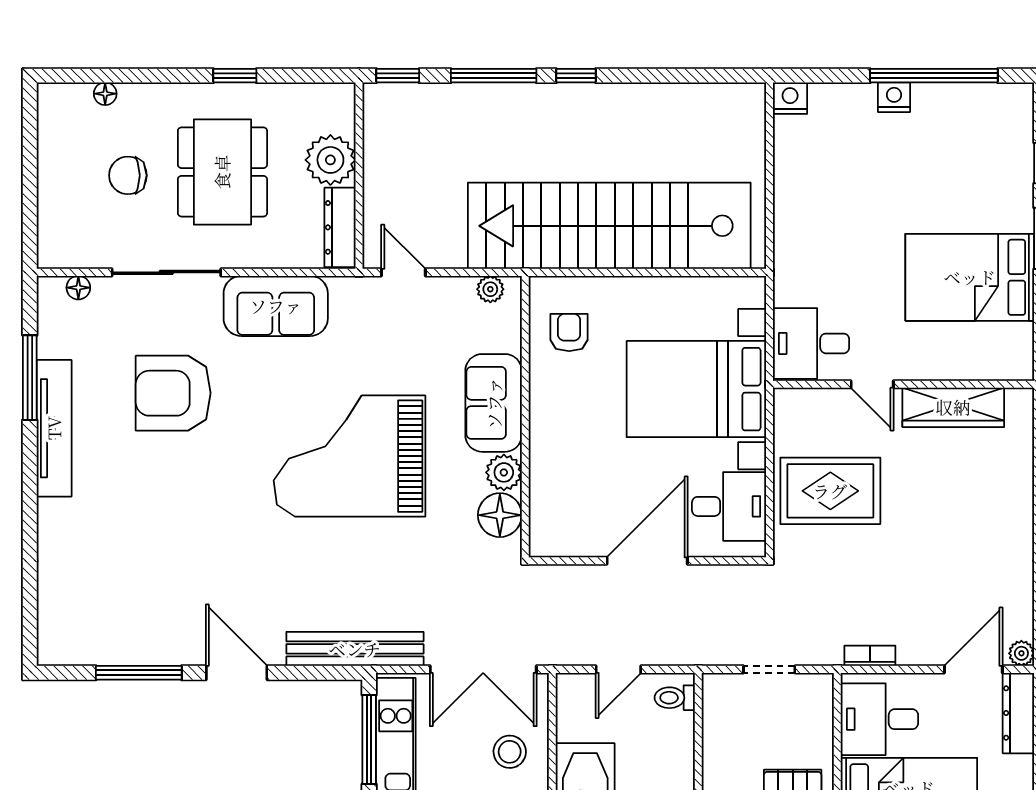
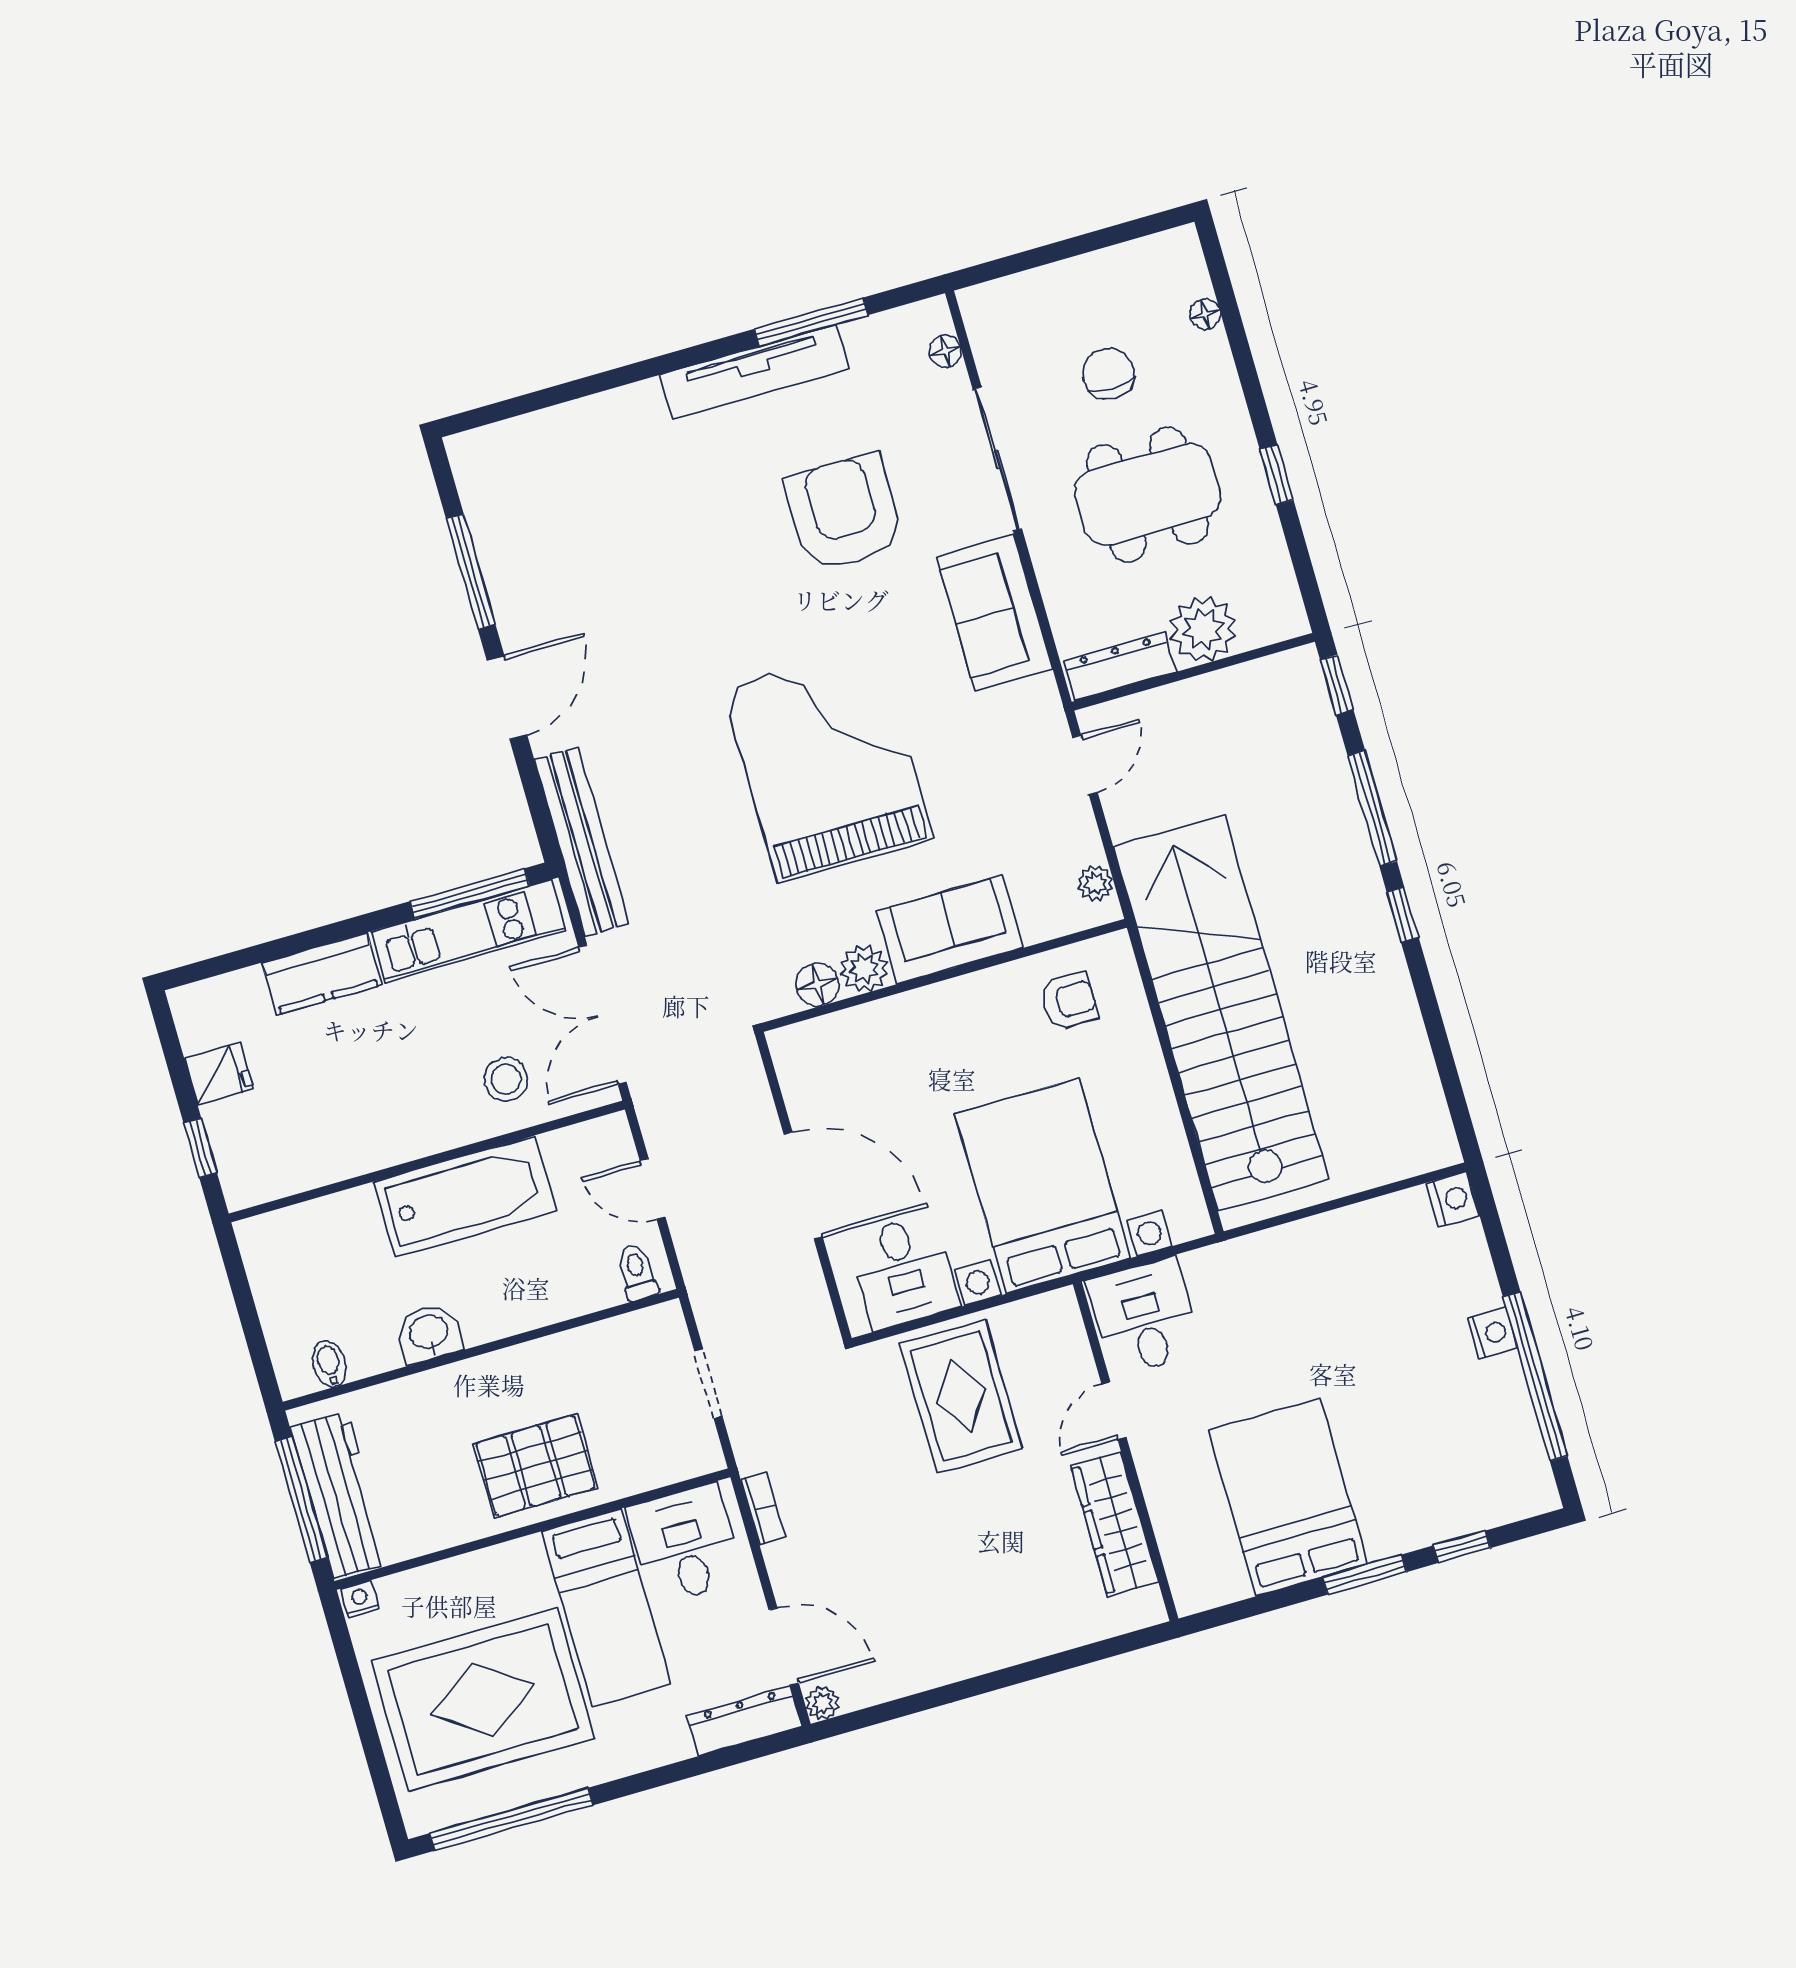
floor lamp: (500, 515) -> (818, 985), width x0.73, depth x0.73

